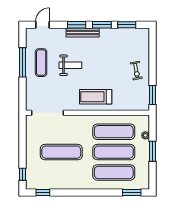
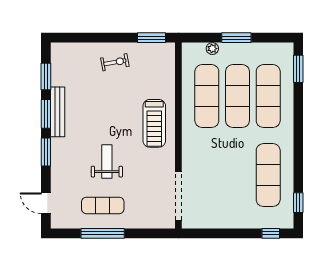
bench: (83, 33) -> (58, 112), moved
exercise mat: (61, 152) -> (268, 175), moved

